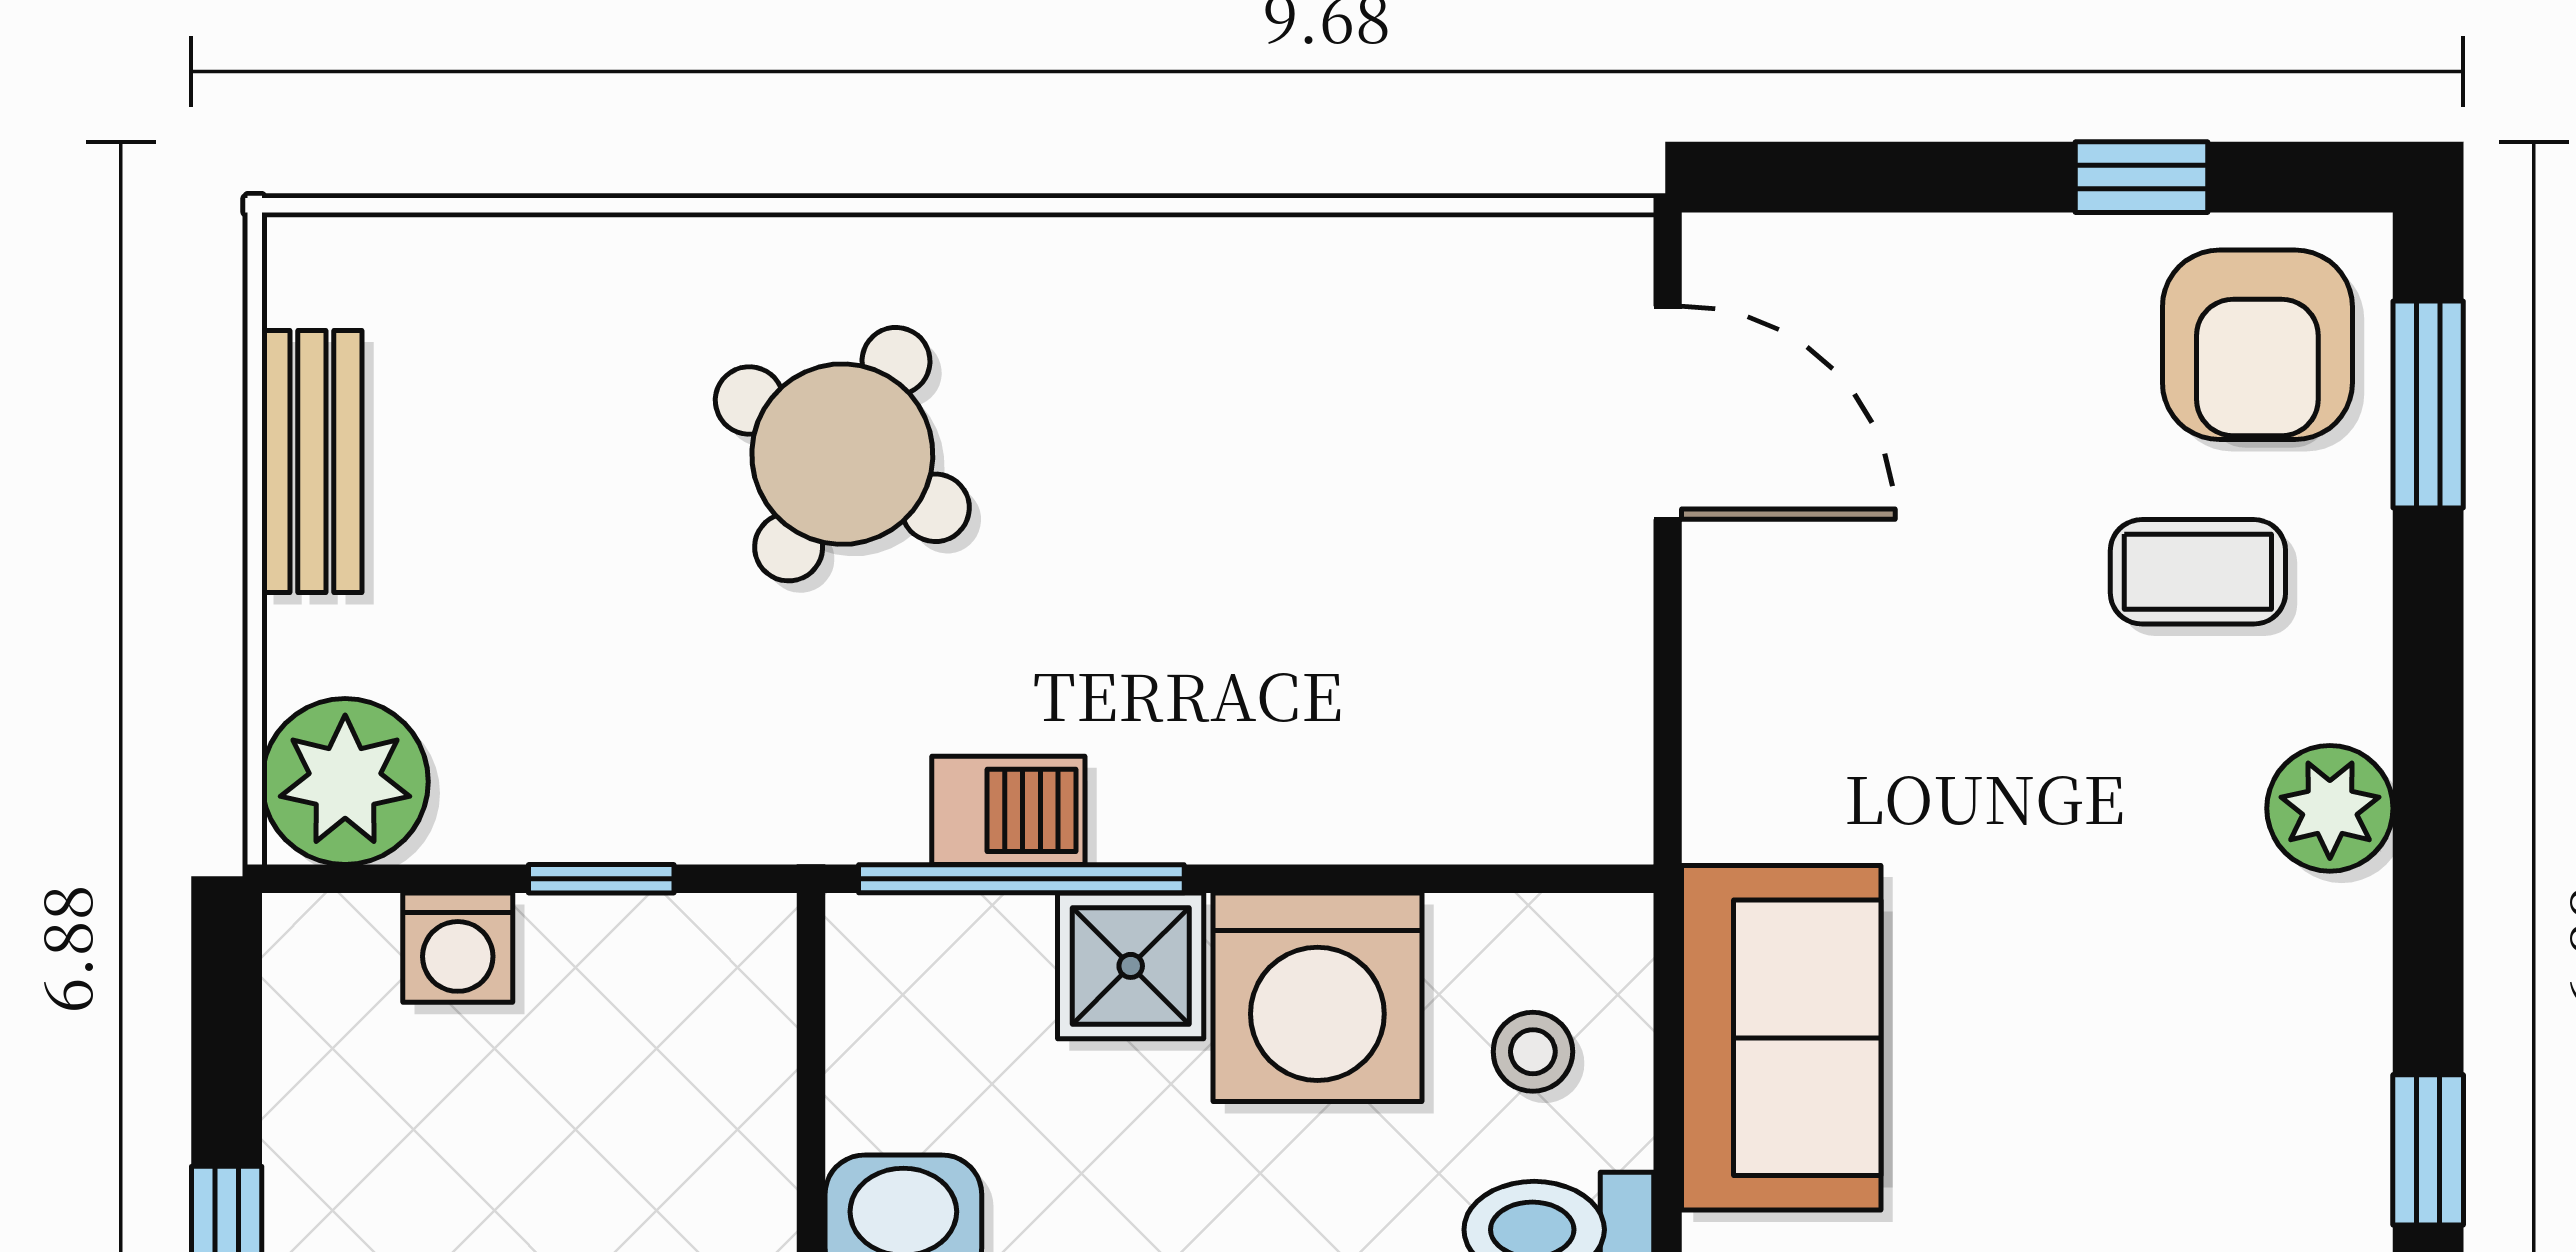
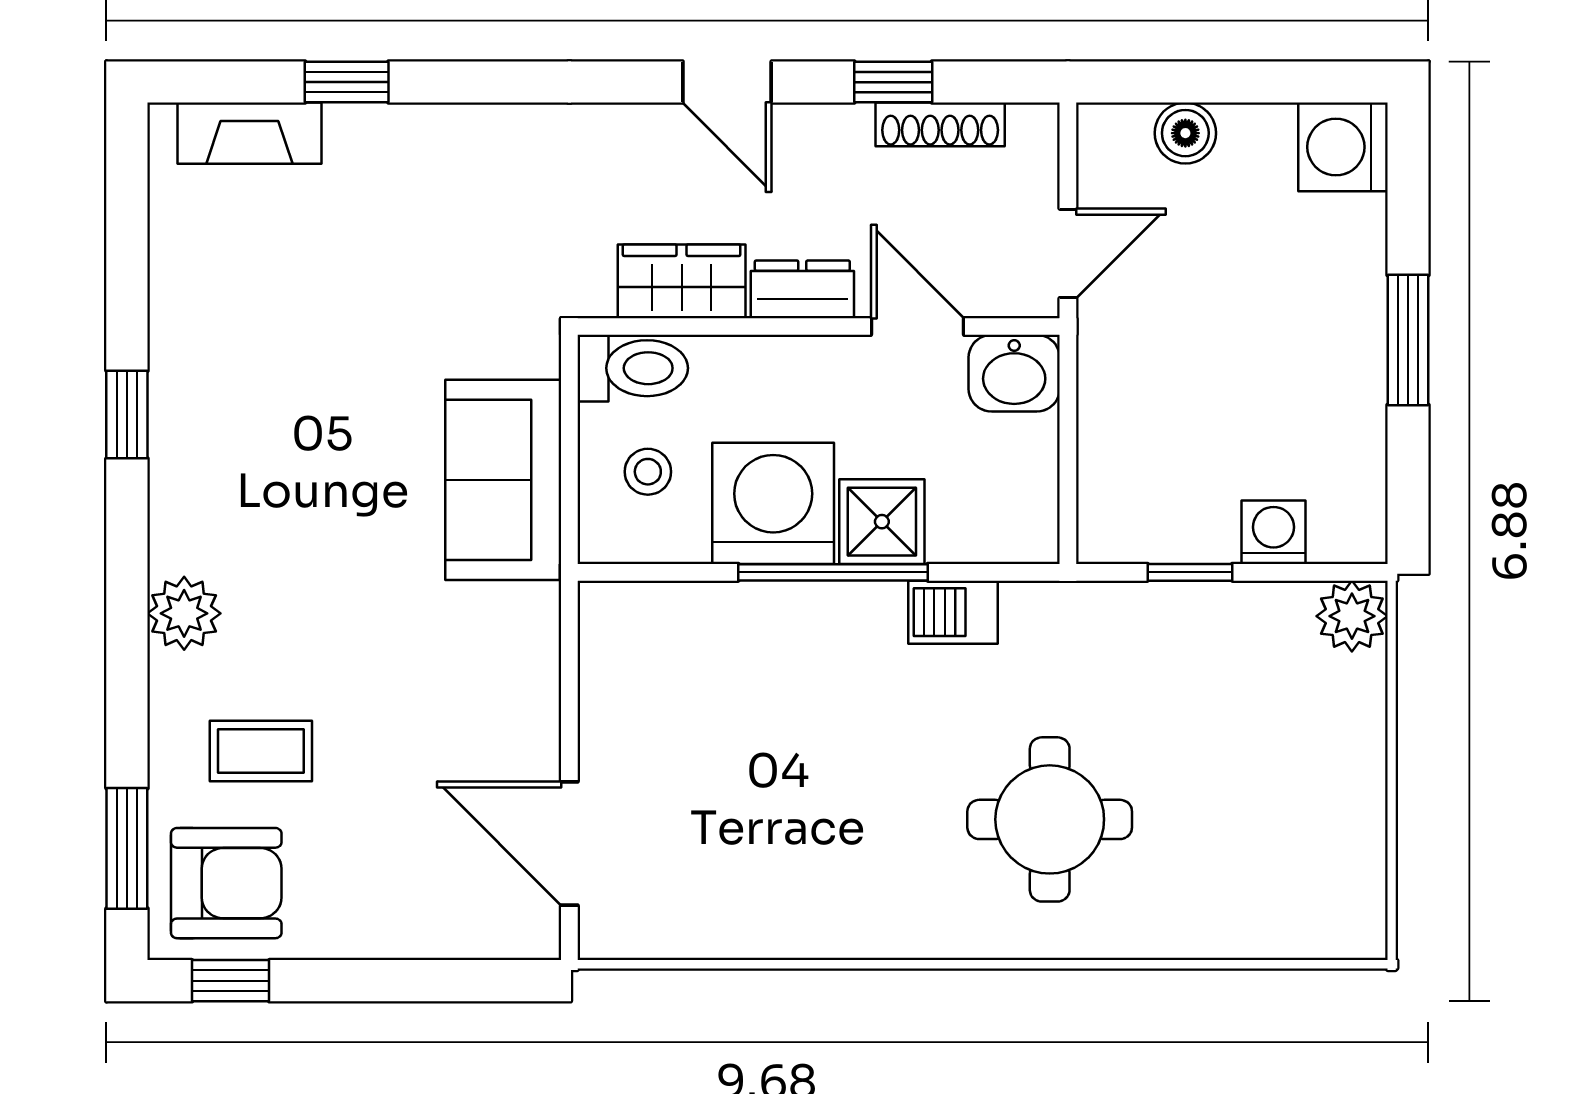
window: (2142, 177) -> (231, 981), moved
armchair: (2257, 345) -> (226, 883), turned 90
round table: (842, 454) -> (1050, 819), turned -30
bench: (312, 461) -> (1358, 815), removed
plant: (345, 782) -> (1352, 616), width x0.73, depth x0.73
window: (1021, 879) -> (833, 572), moved

